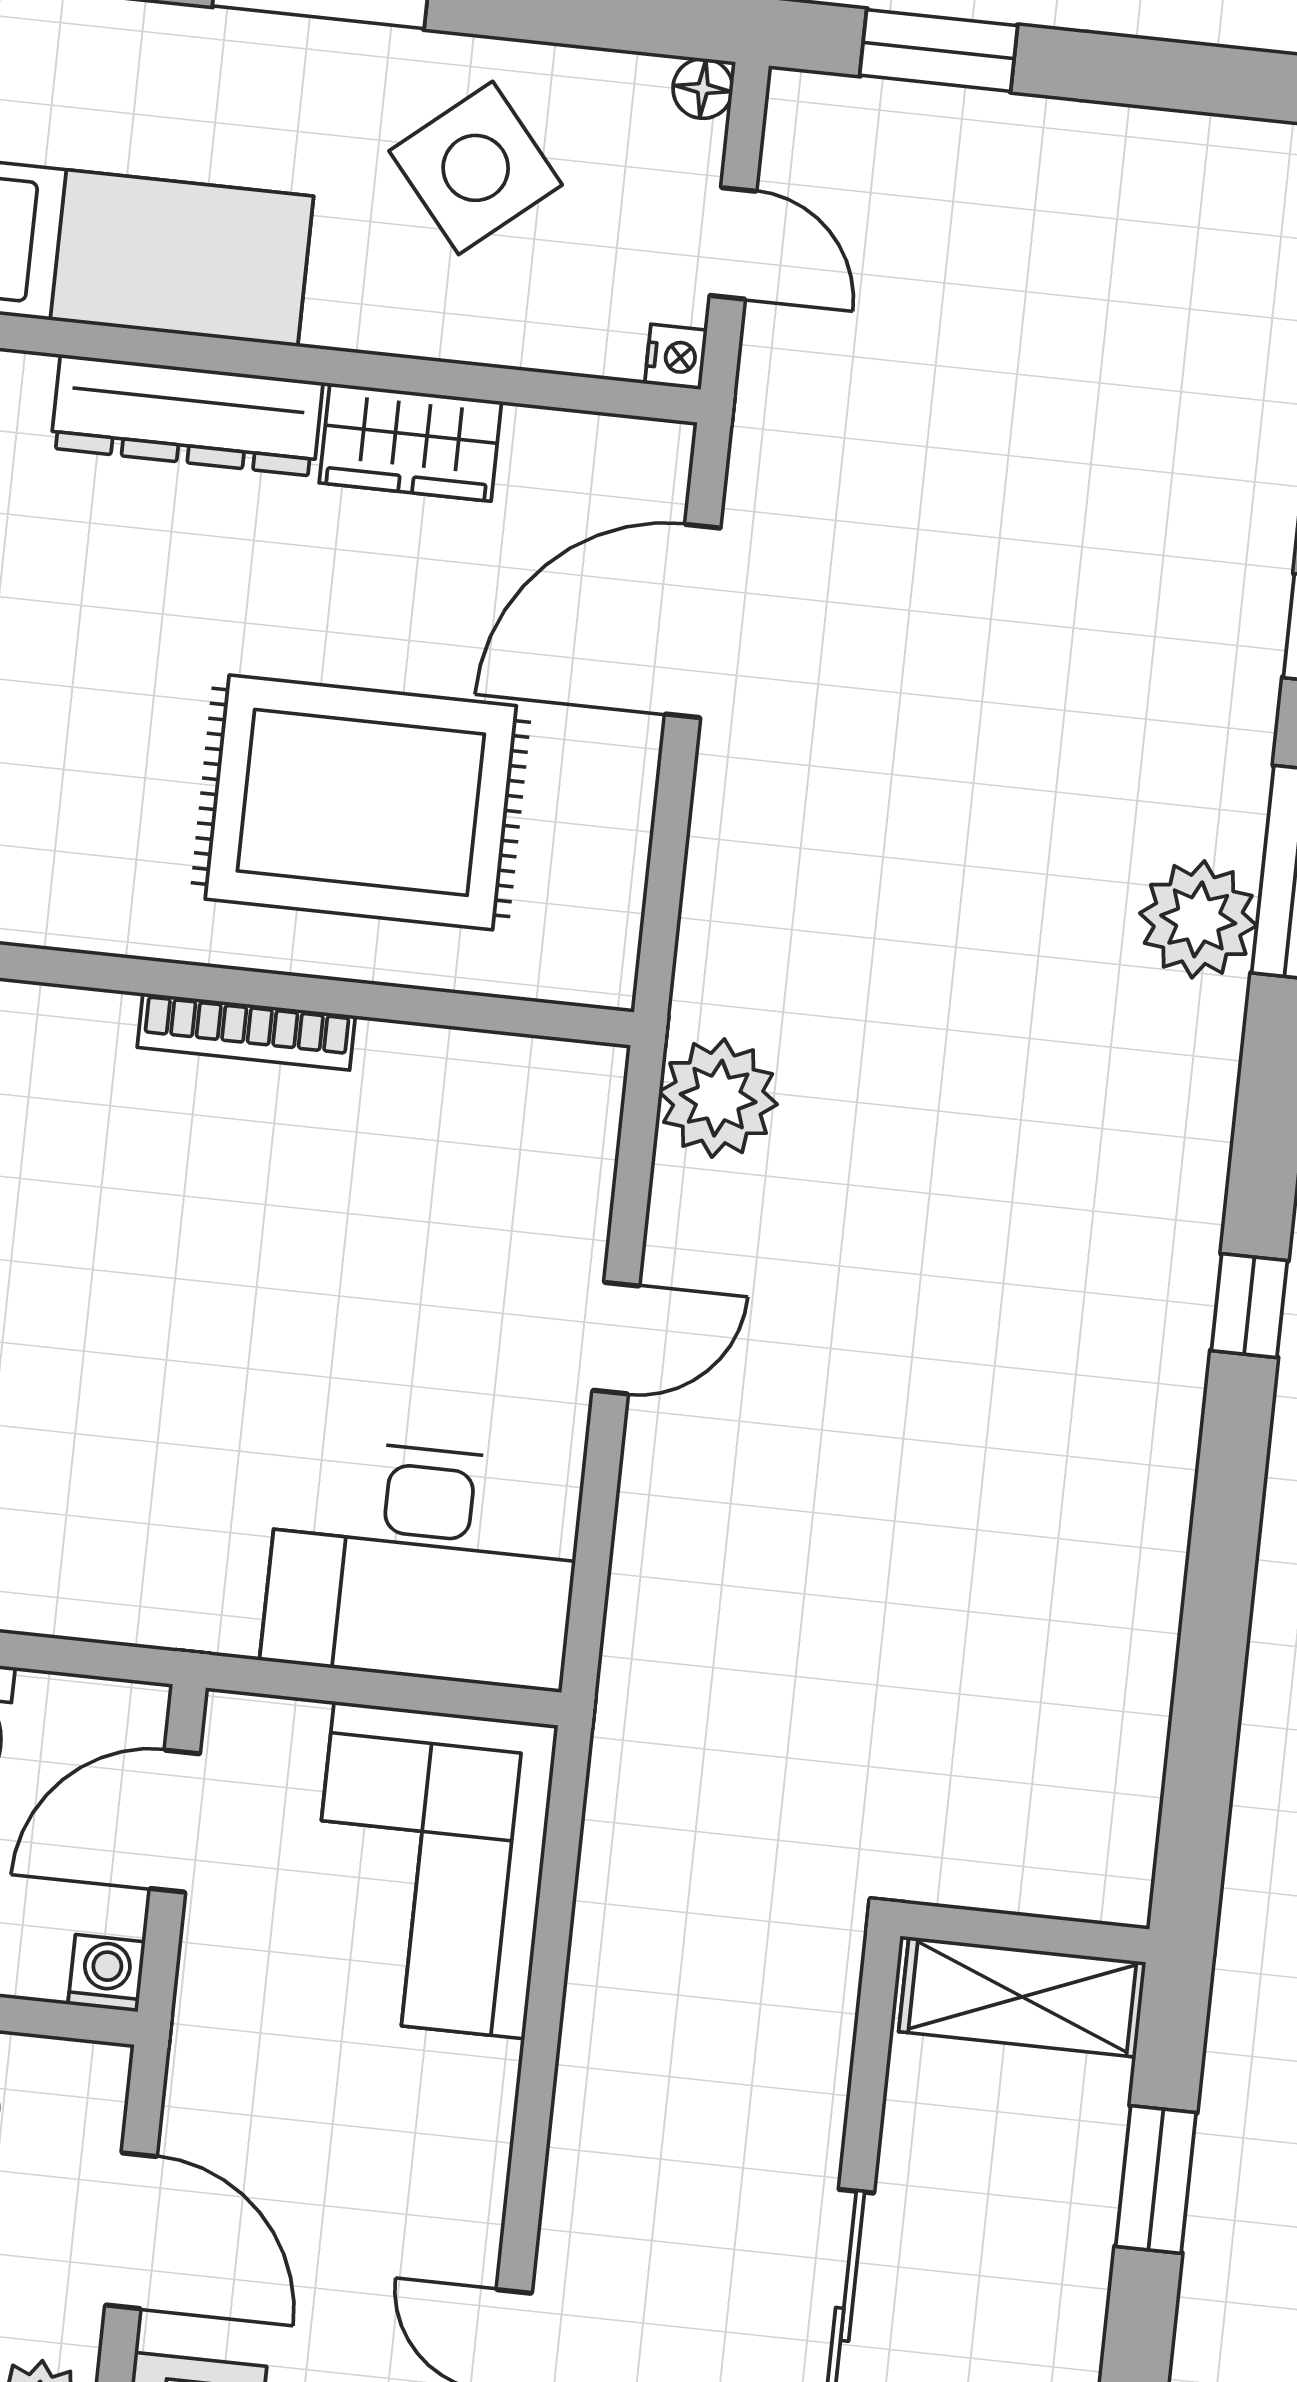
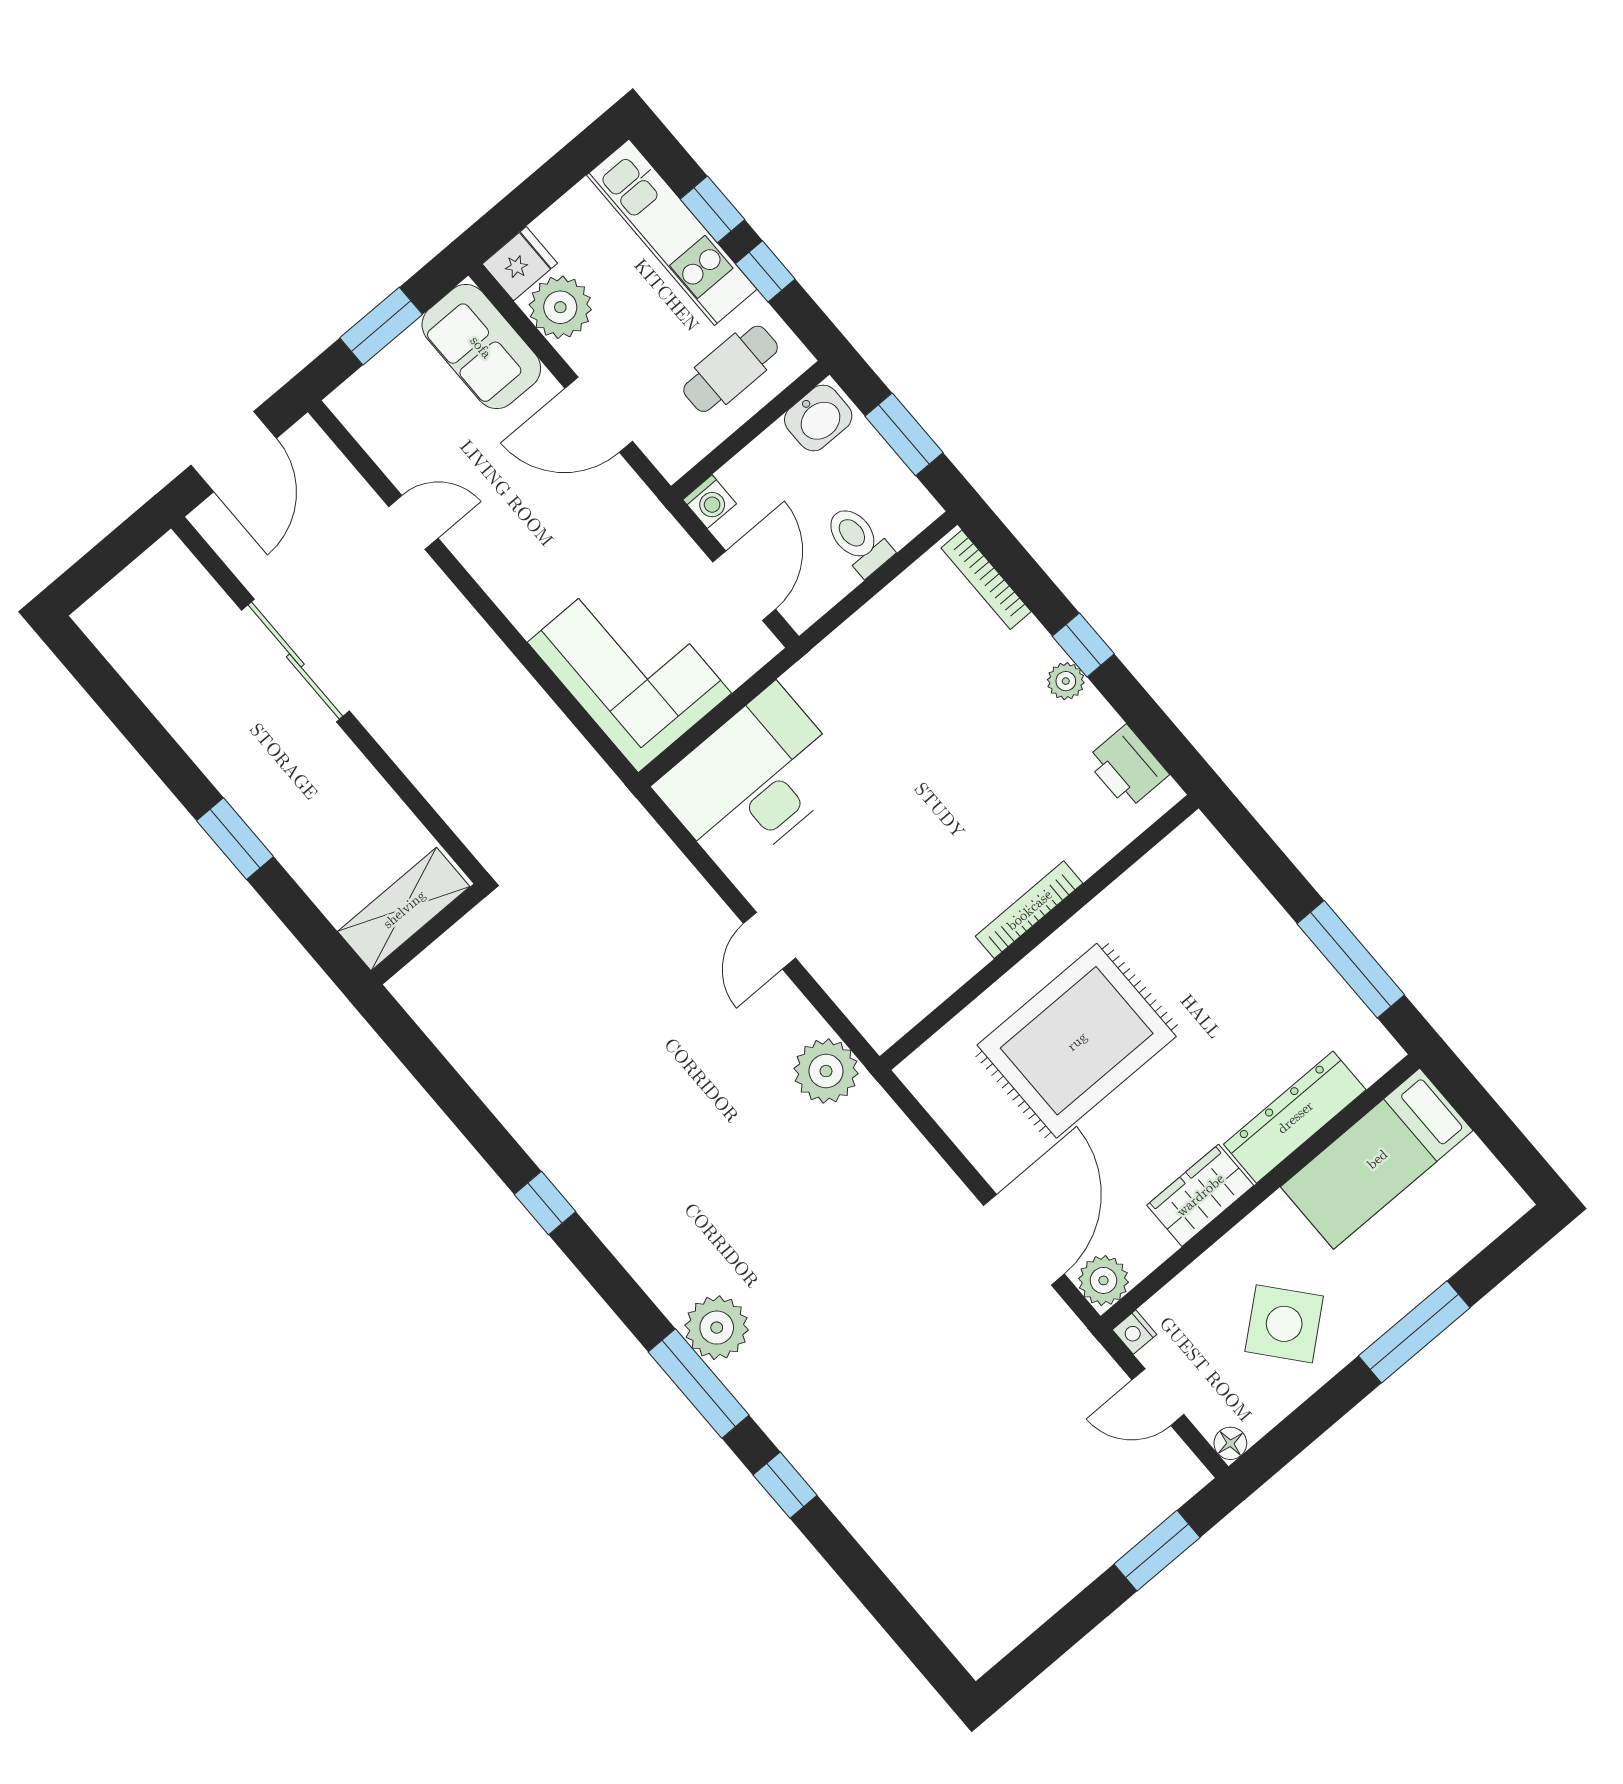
plant: (646, 464) -> (1103, 1280), added
wall: (1025, 1933) -> (428, 934), moved
shelving: (1022, 1997) -> (404, 909), moved

